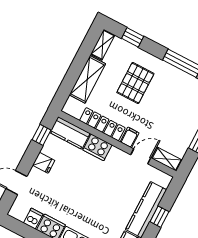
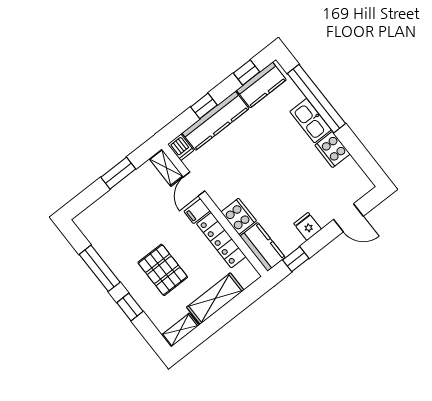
window: (133, 37) -> (130, 307), moved
pallet: (135, 83) -> (163, 270), turned 90
door: (141, 156) -> (194, 184), hinge flipped
dishwasher: (33, 219) -> (181, 147), moved, turned -90

